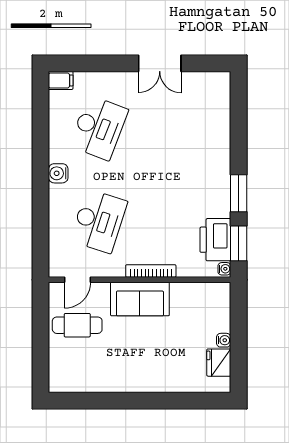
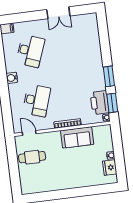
door: (77, 280) -> (29, 133), swing flipped
sofa: (140, 299) -> (77, 137), moved

